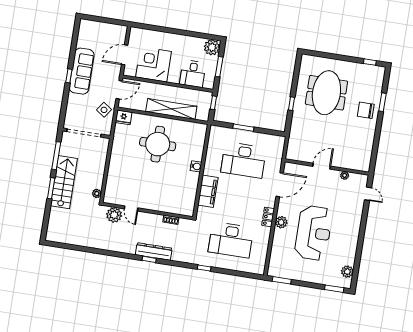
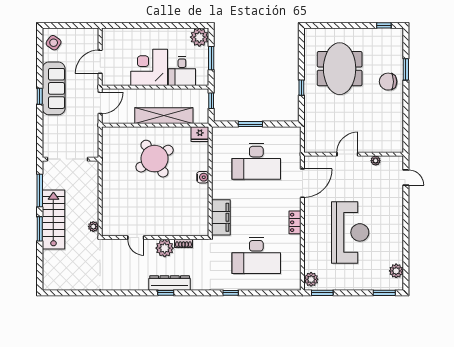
corner desk: (154, 64) -> (149, 67), moved
side table: (104, 110) -> (54, 43), moved
fridge: (124, 117) -> (200, 134), moved
round table: (158, 144) -> (155, 159), turned -32
filing cabinet: (208, 191) -> (221, 217), moved
plant: (114, 215) -> (165, 248), moved
plant: (281, 222) -> (311, 279), moved

